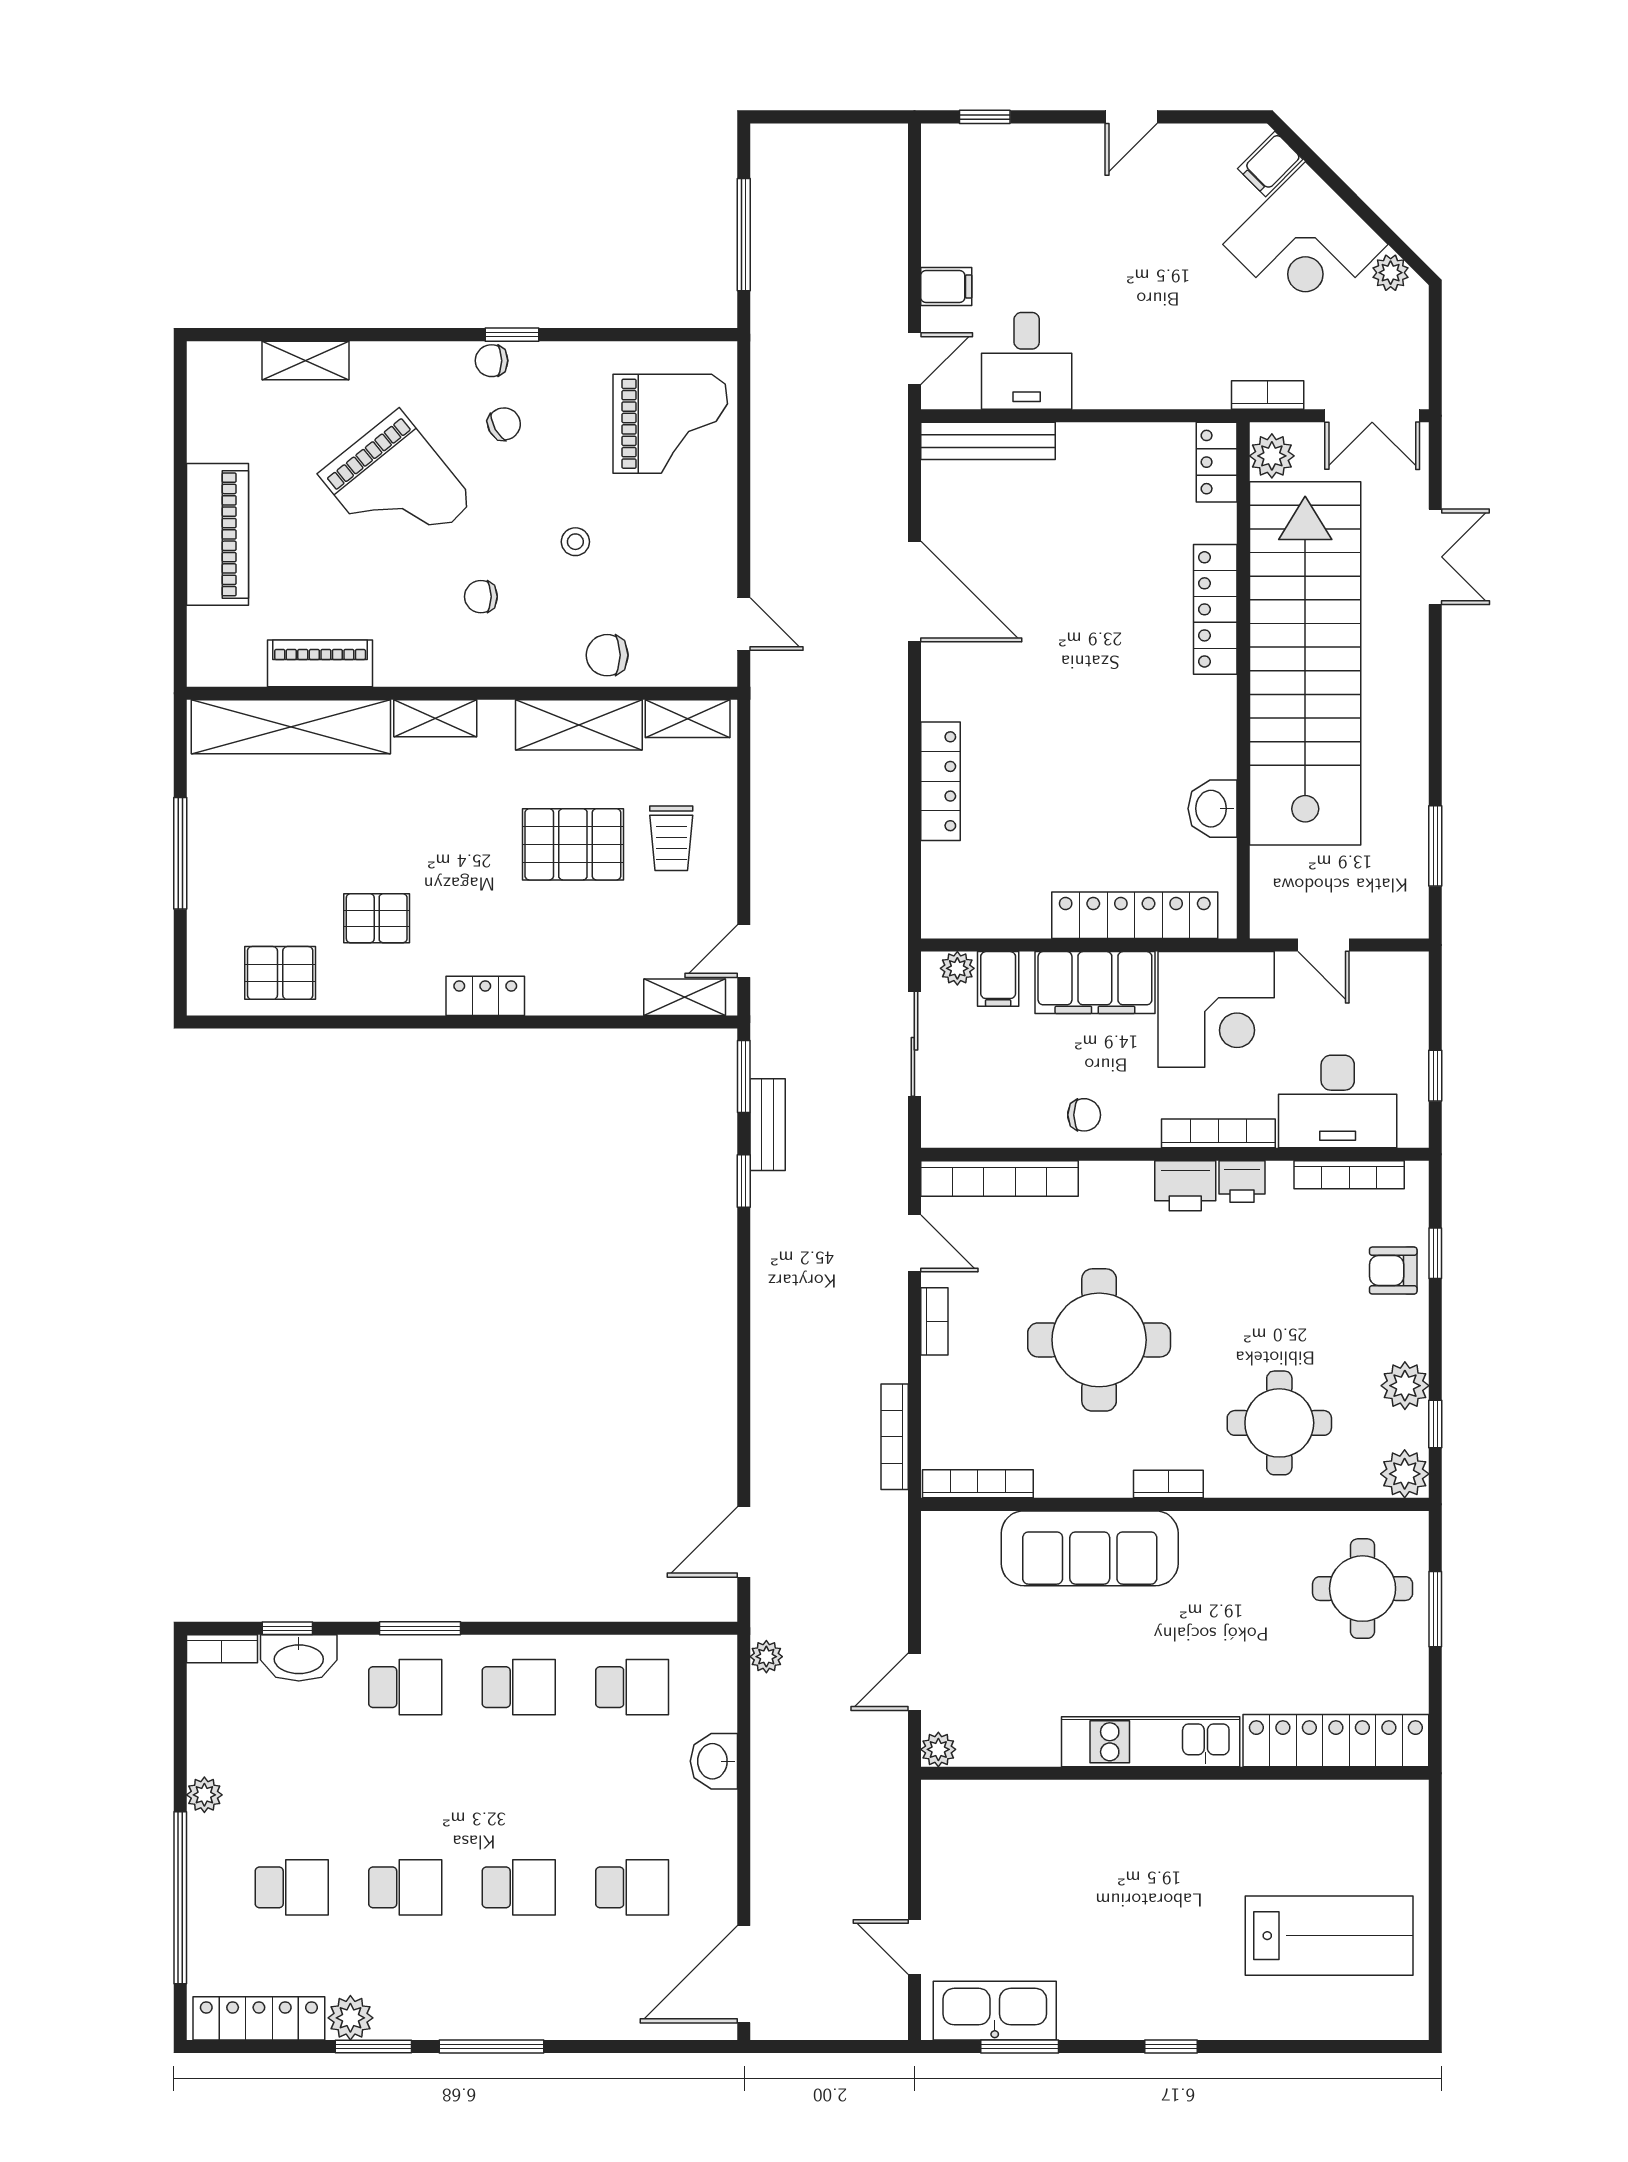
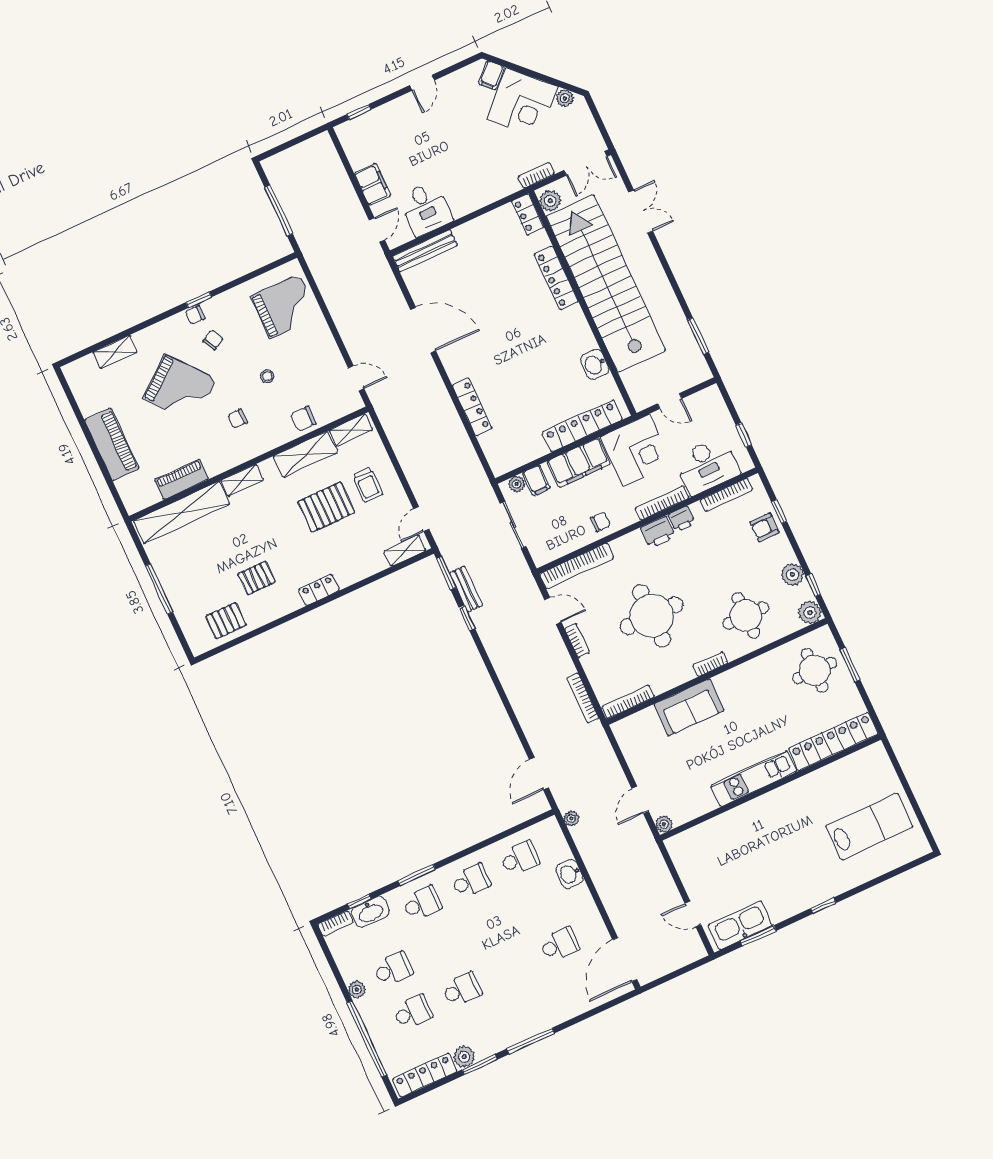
filing cabinet: (946, 286) -> (372, 184), width x2.00
sofa: (1090, 1548) -> (689, 707), width x0.73
school desk: (519, 1887) -> (393, 969), moved

